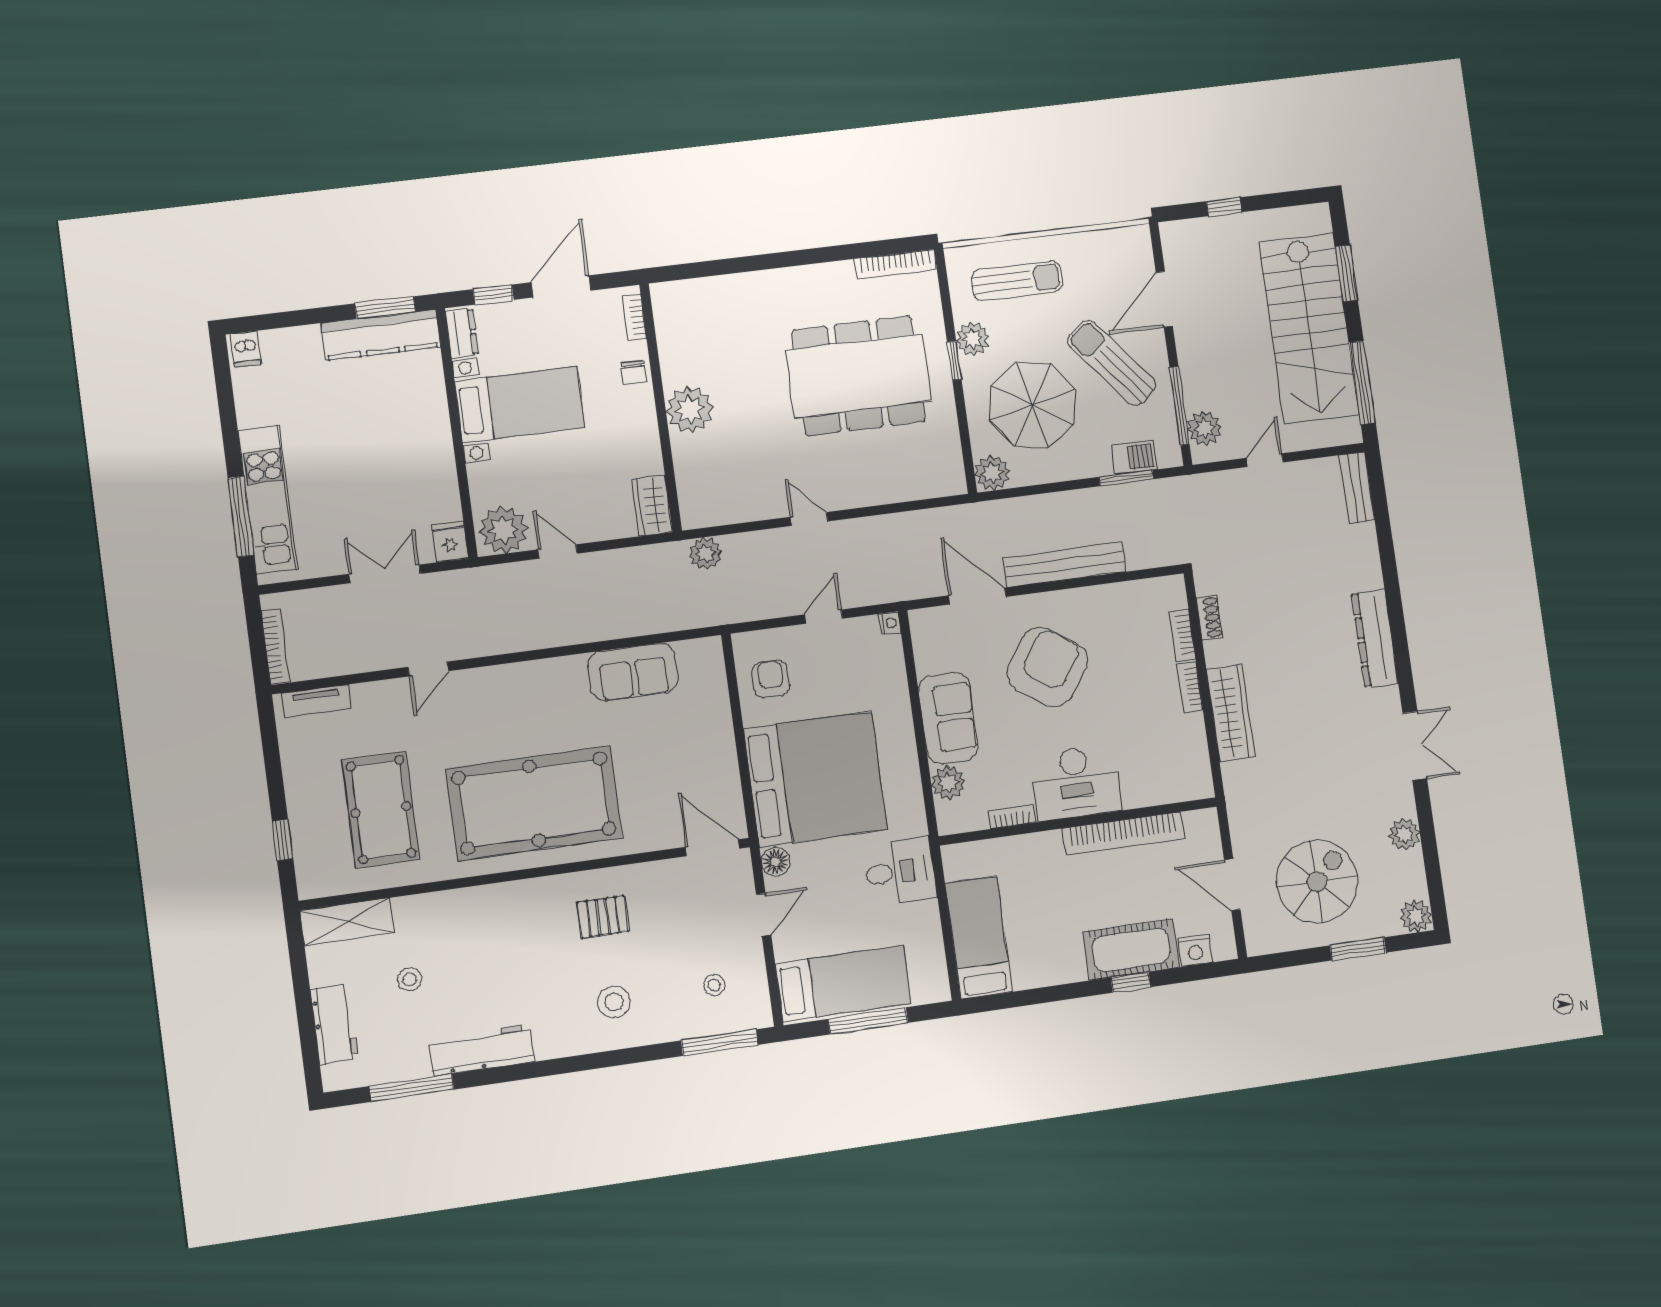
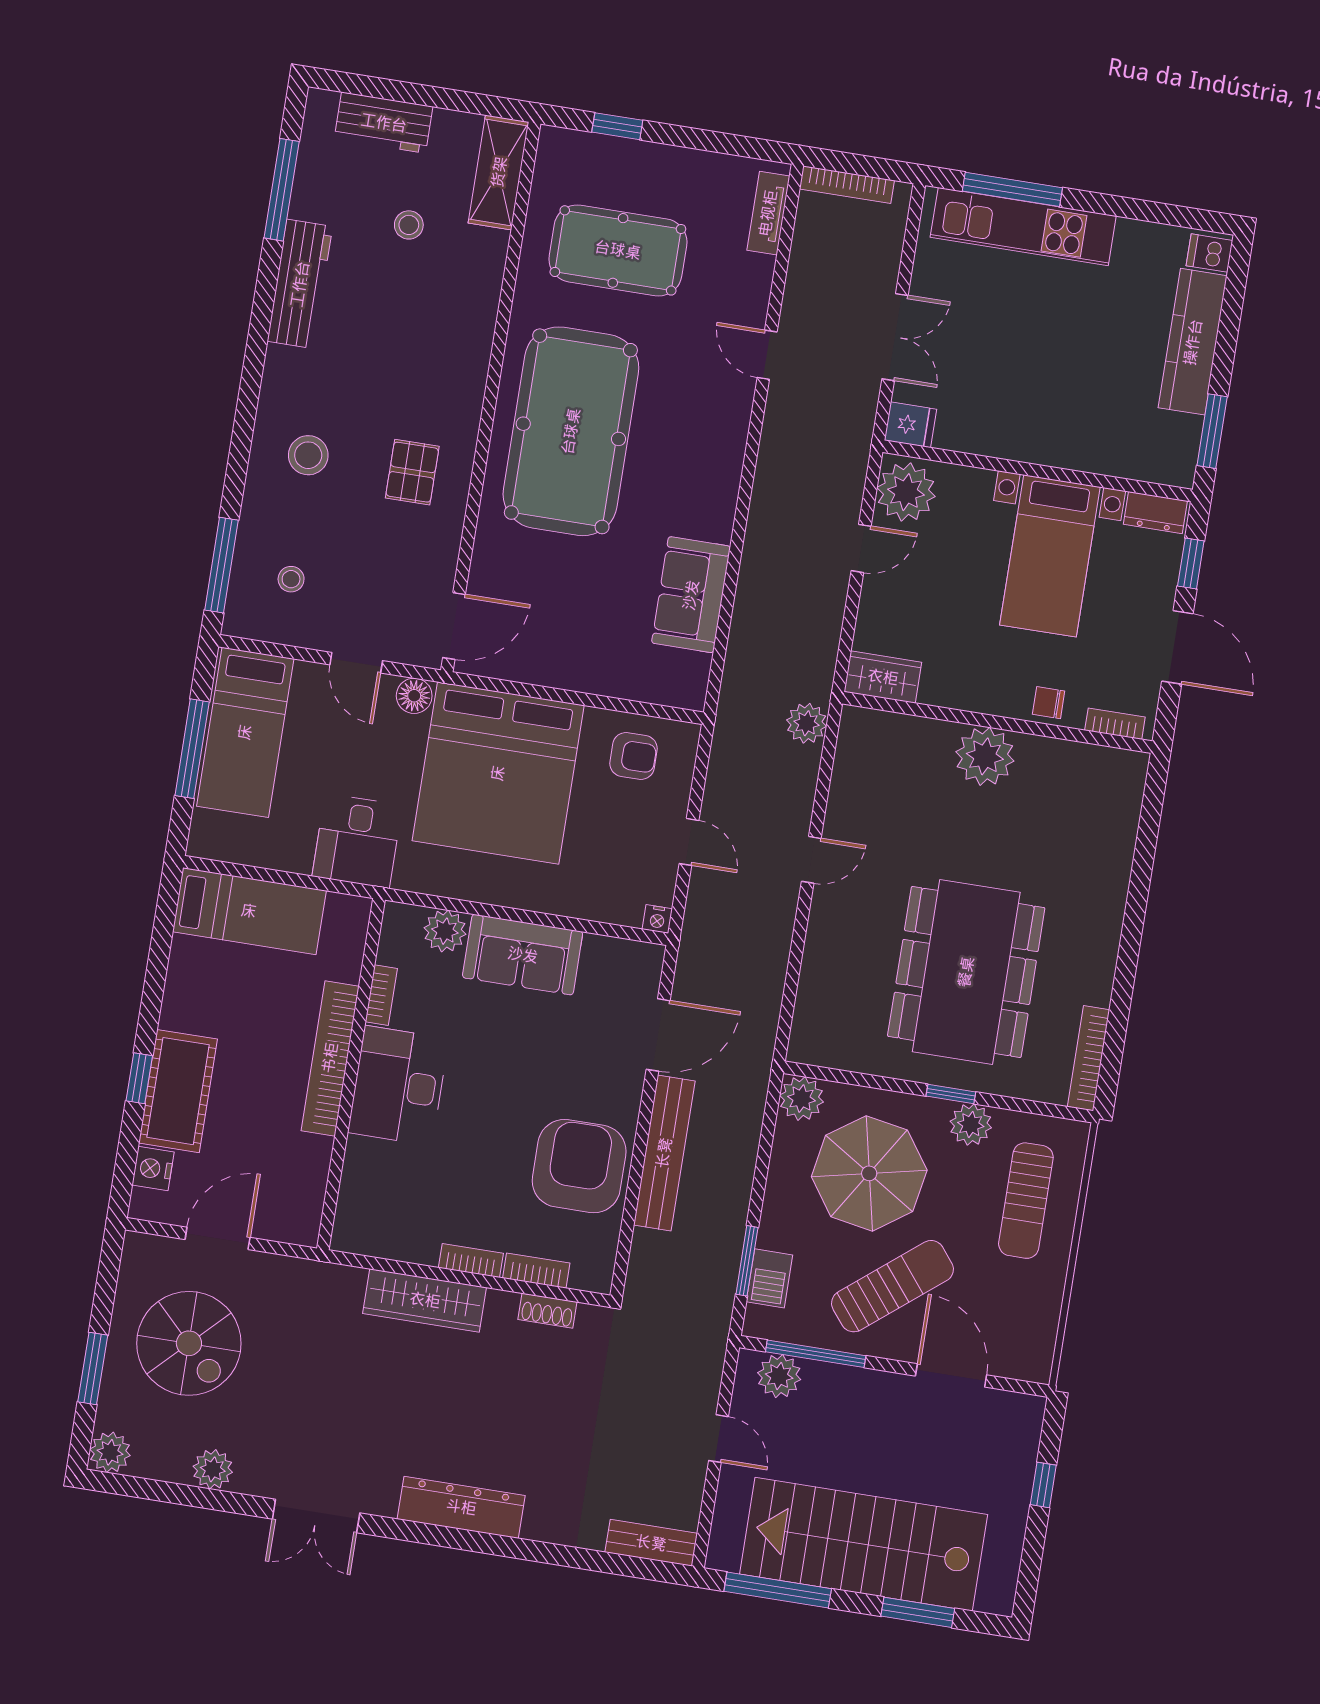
kitchen counter: (381, 335) -> (1193, 342), moved
armchair: (1047, 667) -> (579, 1166), moved, turned -125
bookcase: (1123, 834) -> (330, 1058), moved

